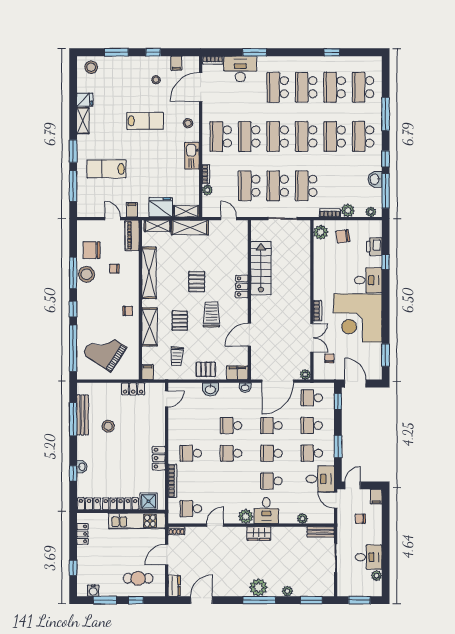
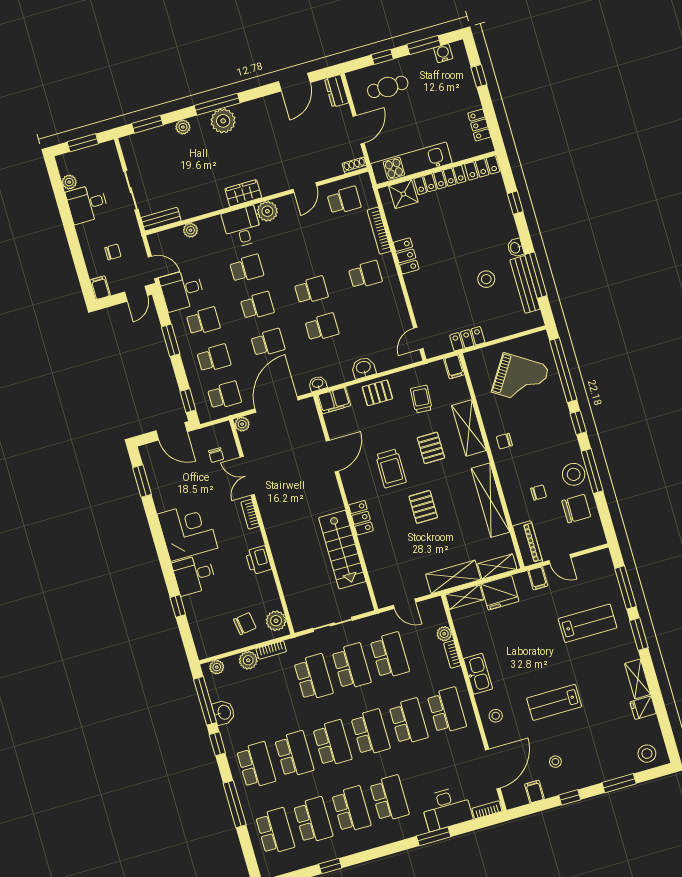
printer: (374, 247) -> (258, 560), moved, turned 180
corner desk: (358, 318) -> (187, 531), width x0.74, depth x0.74
washbasin: (82, 467) -> (515, 248), moved

